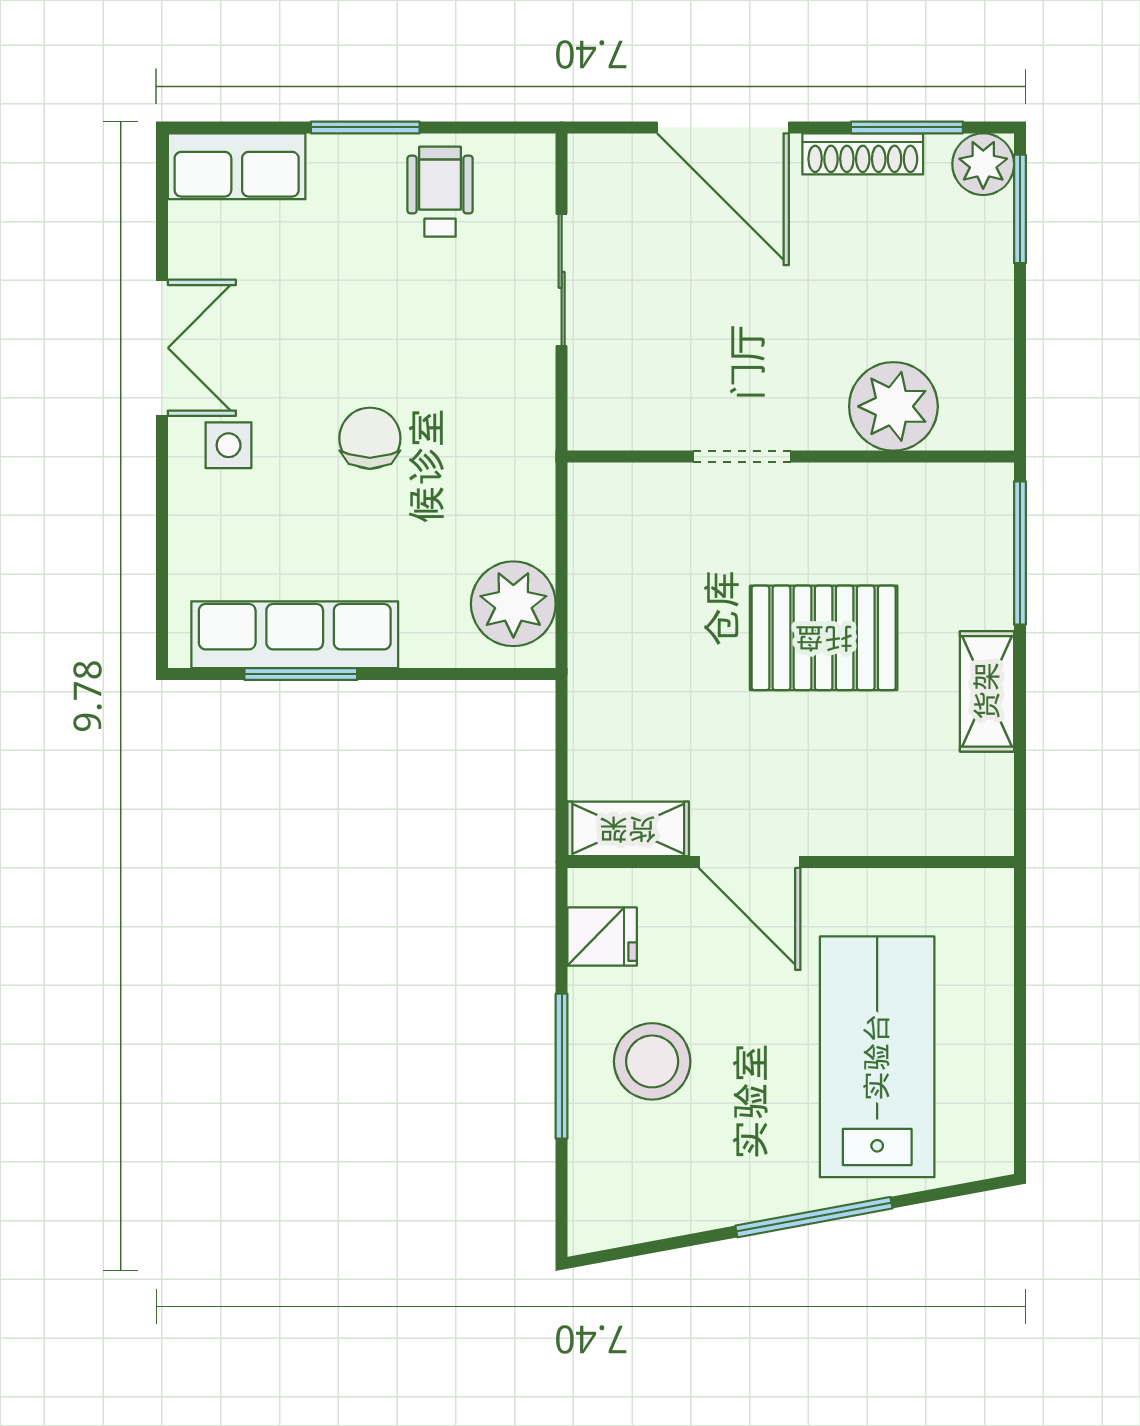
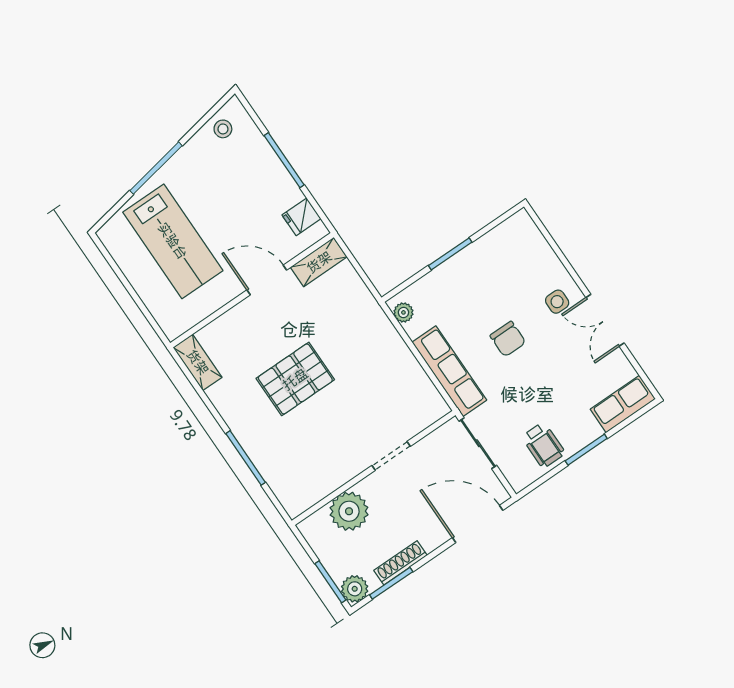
door: (723, 127) -> (478, 524), moved
plant: (893, 406) -> (349, 511), moved
doorway: (742, 457) -> (391, 456), moved
wall: (791, 457) -> (374, 468), moved
plant: (513, 604) -> (403, 312), width x0.53, depth x0.53
row of seats: (295, 635) -> (449, 371), moved, turned -90
window: (301, 674) -> (450, 254), moved
shelving: (987, 691) -> (198, 362), moved
stool: (652, 1061) -> (223, 129), moved, width x0.53, depth x0.53

